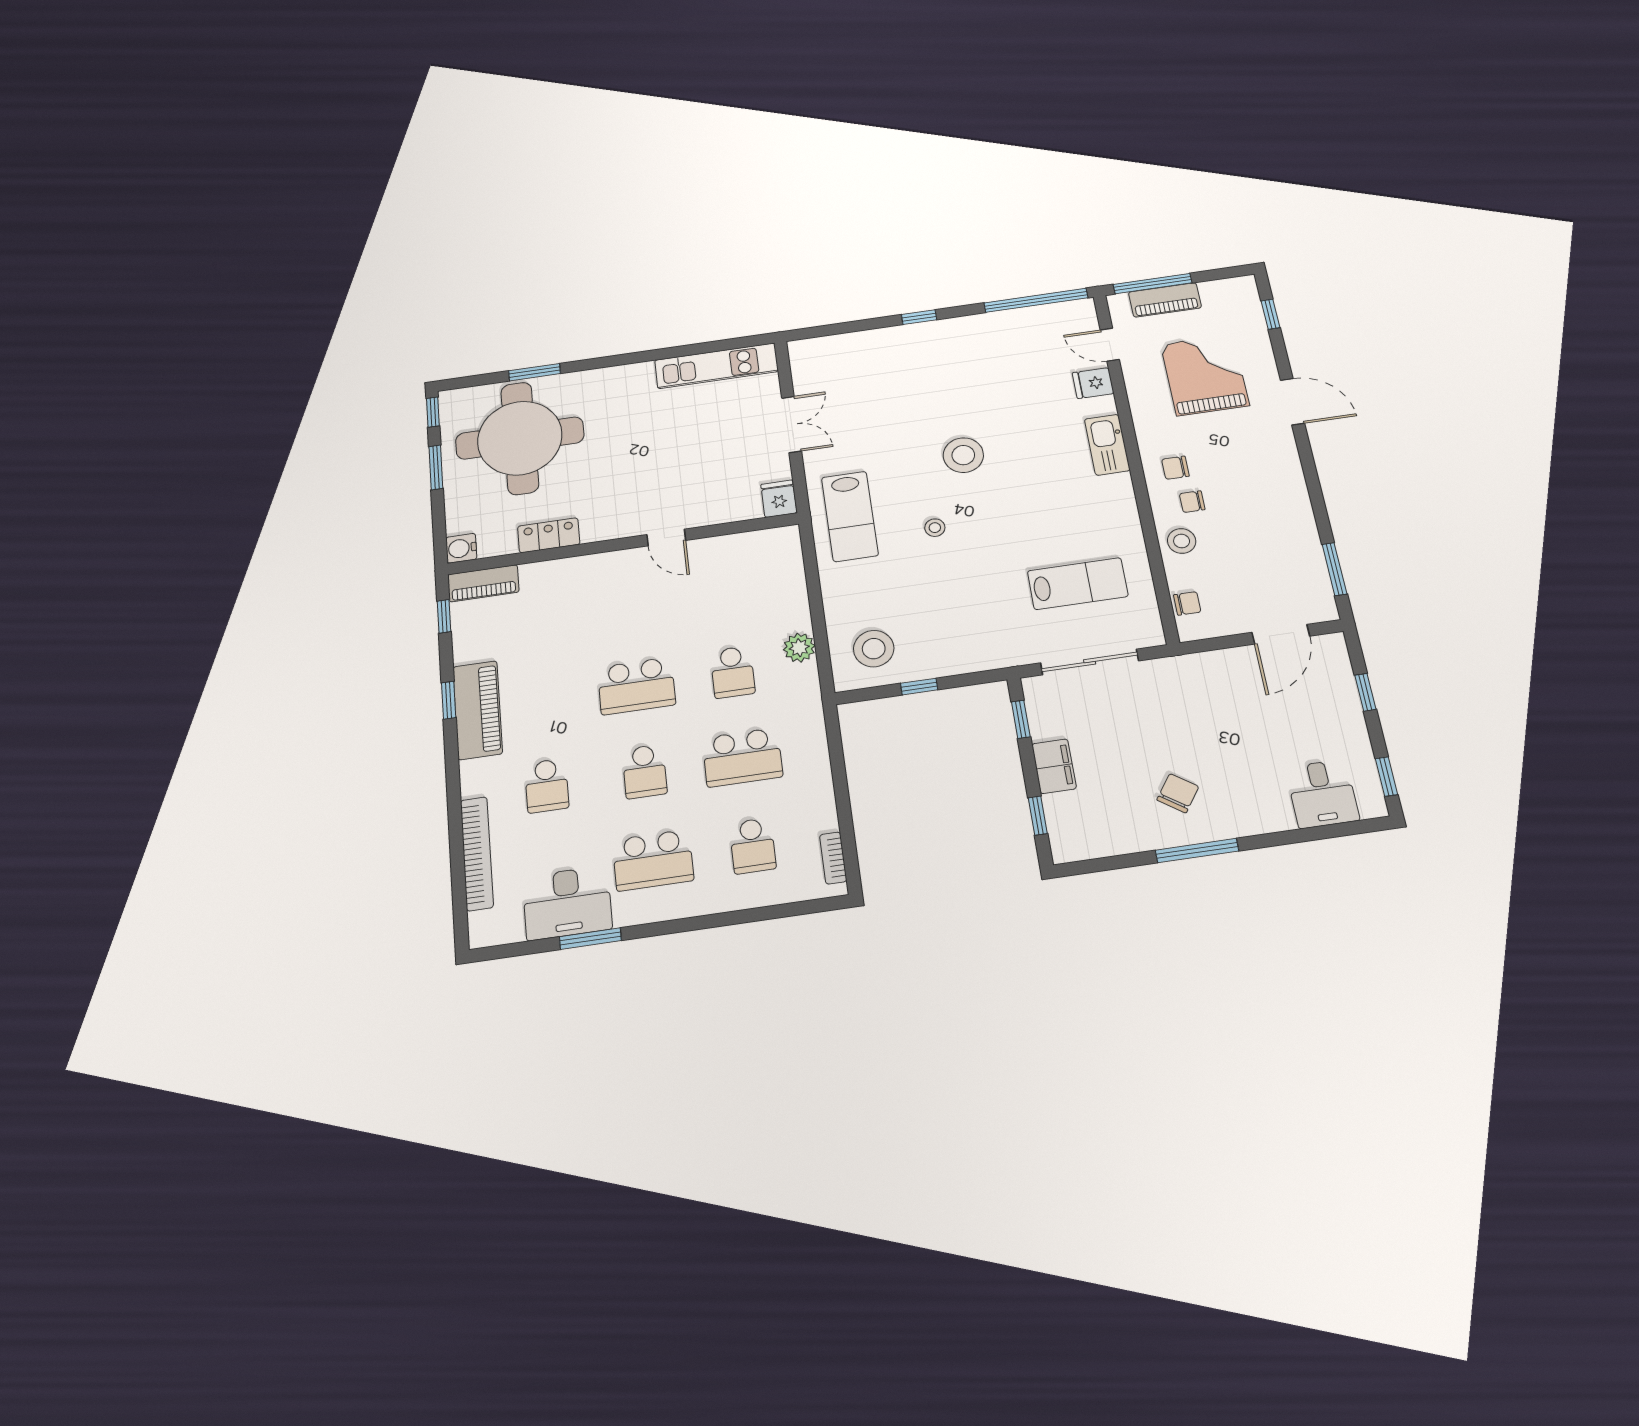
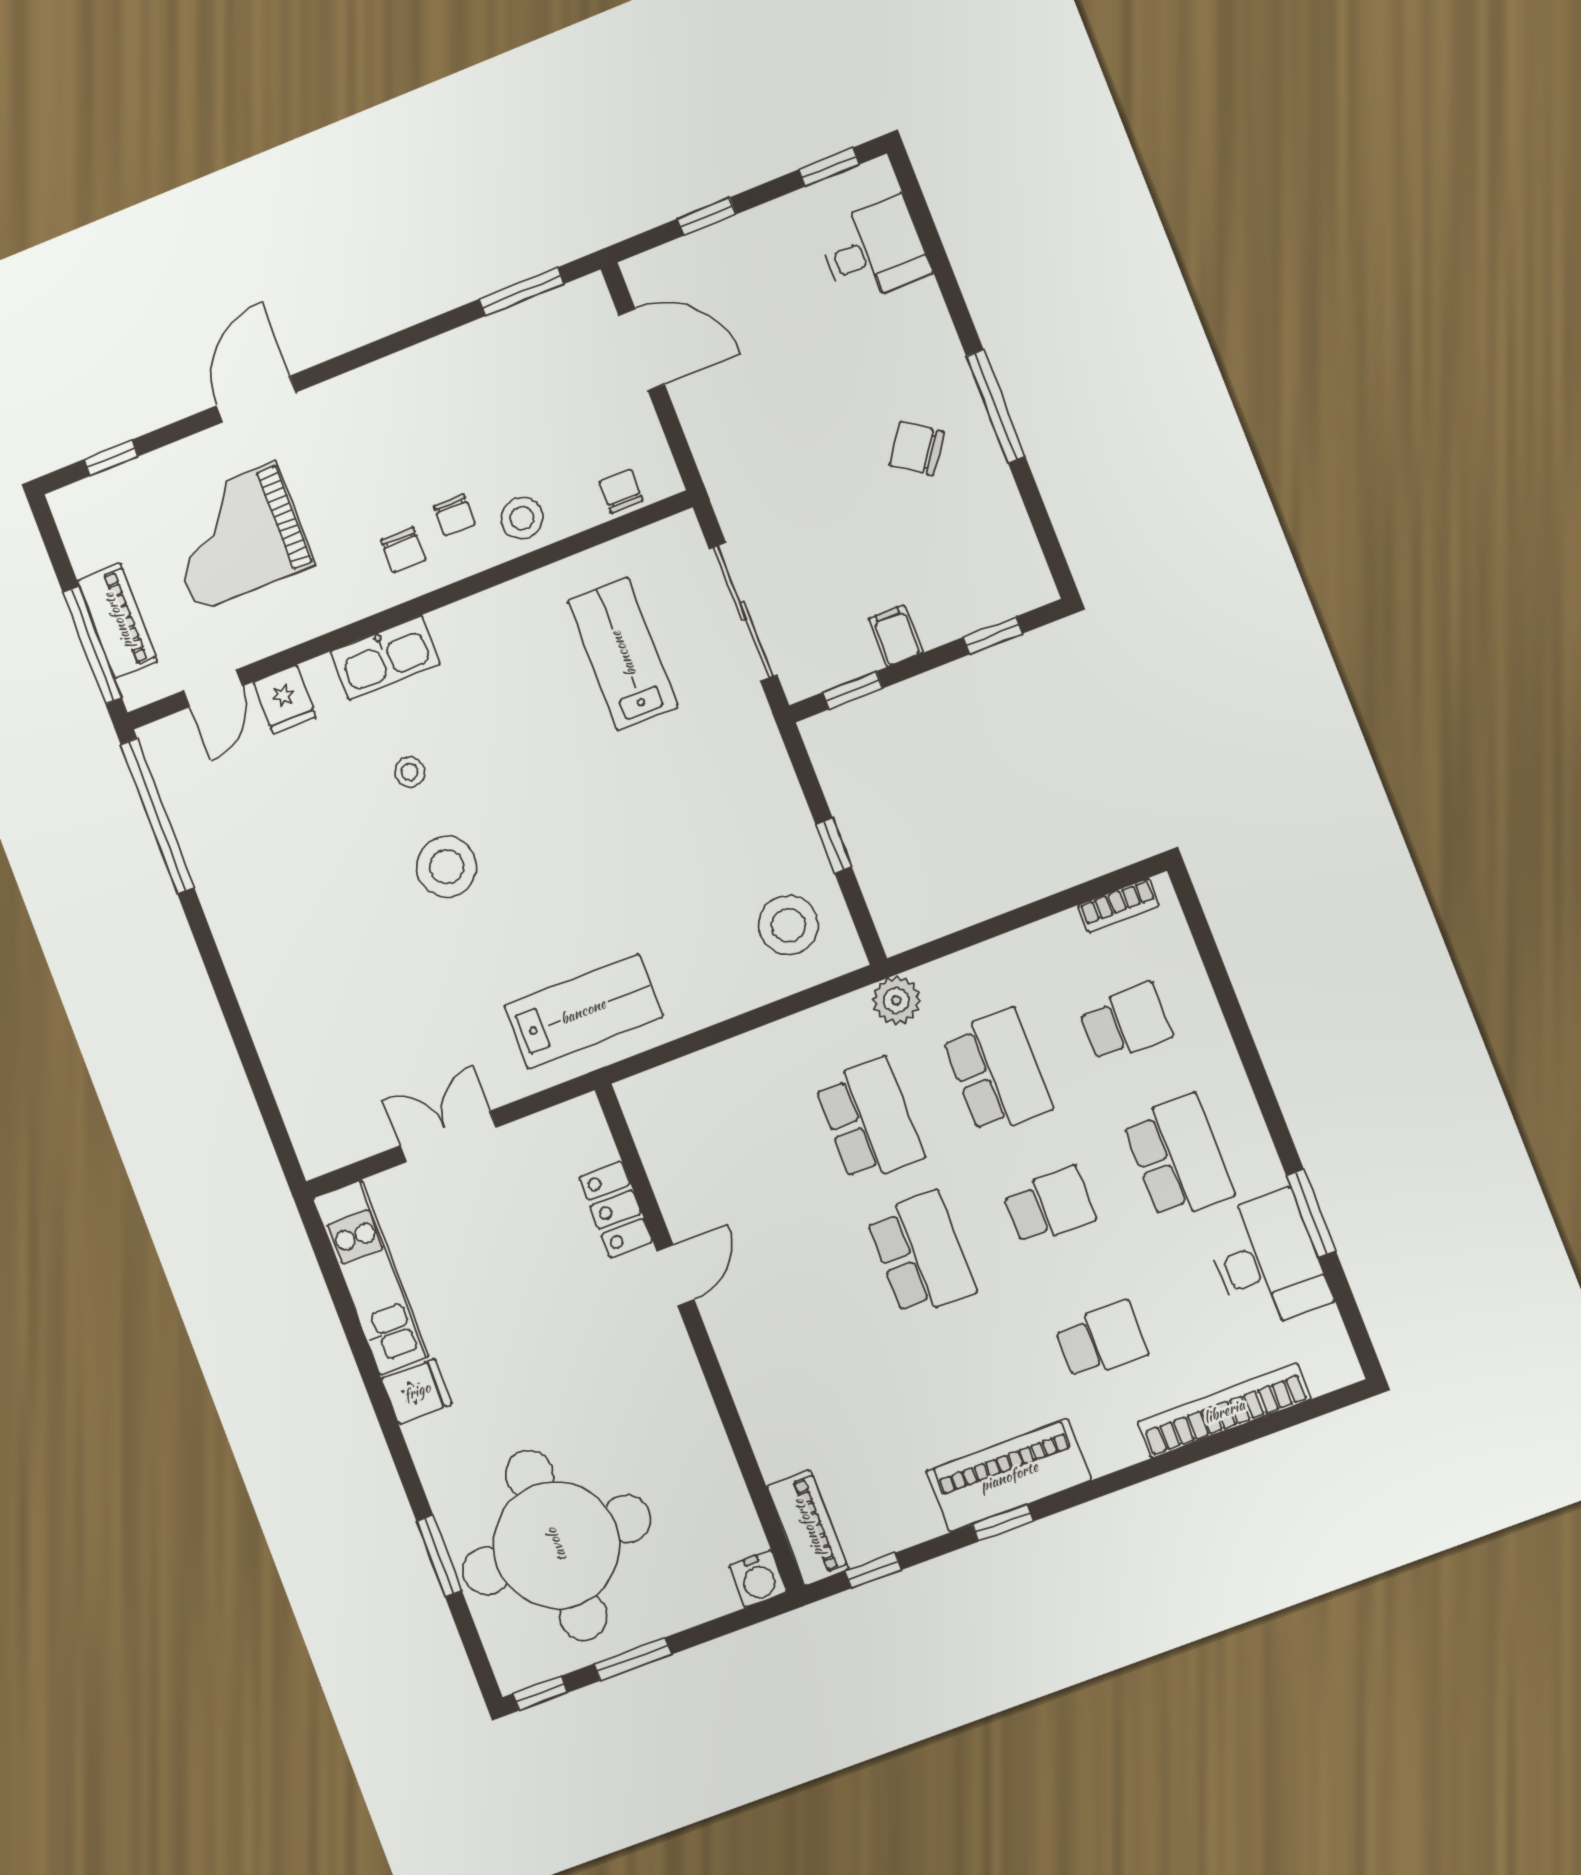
window: (919, 317) -> (223, 988), removed
fridge: (779, 499) -> (417, 1391), moved, turned 180
stool: (935, 528) -> (410, 772), moved
locker: (549, 535) -> (616, 1209), moved
plant: (799, 648) -> (896, 1000), moved
school desk: (733, 672) -> (869, 1120), width x1.85
filing cabinet: (1054, 766) -> (896, 636), width x0.50

